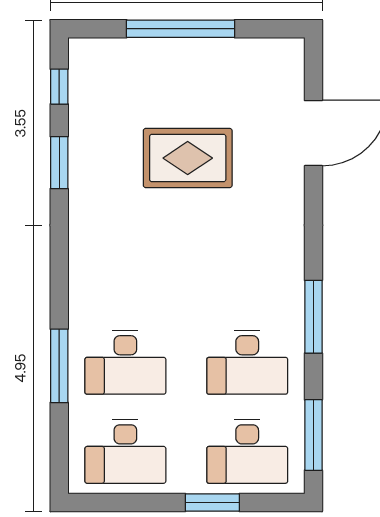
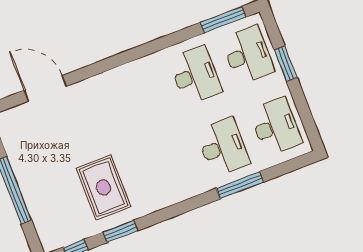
rug: (188, 158) -> (103, 187), moved
window: (313, 317) -> (153, 47), removed

